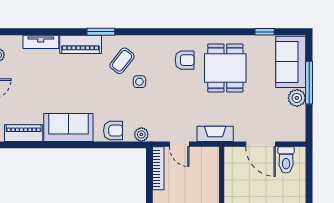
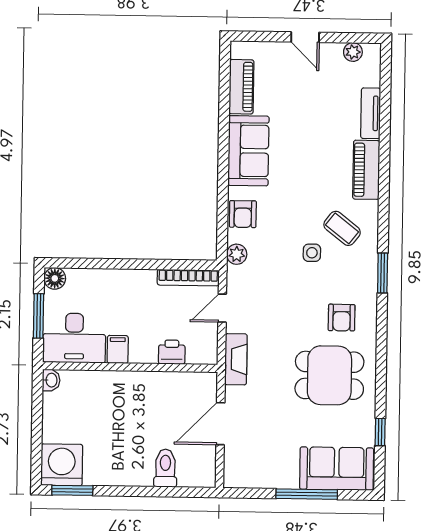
window: (101, 32) -> (383, 273), moved
plant: (297, 98) -> (285, 476), removed
toilet: (286, 160) -> (165, 468), moved, turned 90
printer: (211, 179) -> (172, 352), added

